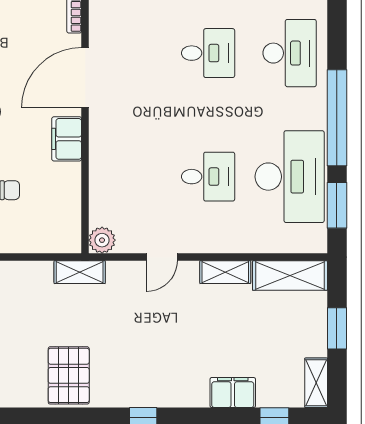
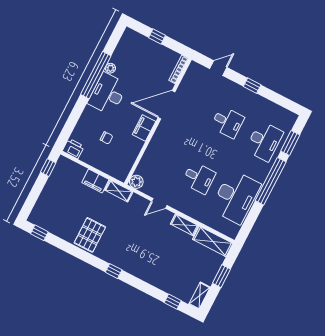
window: (337, 205) -> (290, 143), moved
filing cabinet: (233, 393) -> (95, 181), moved, turned 180

